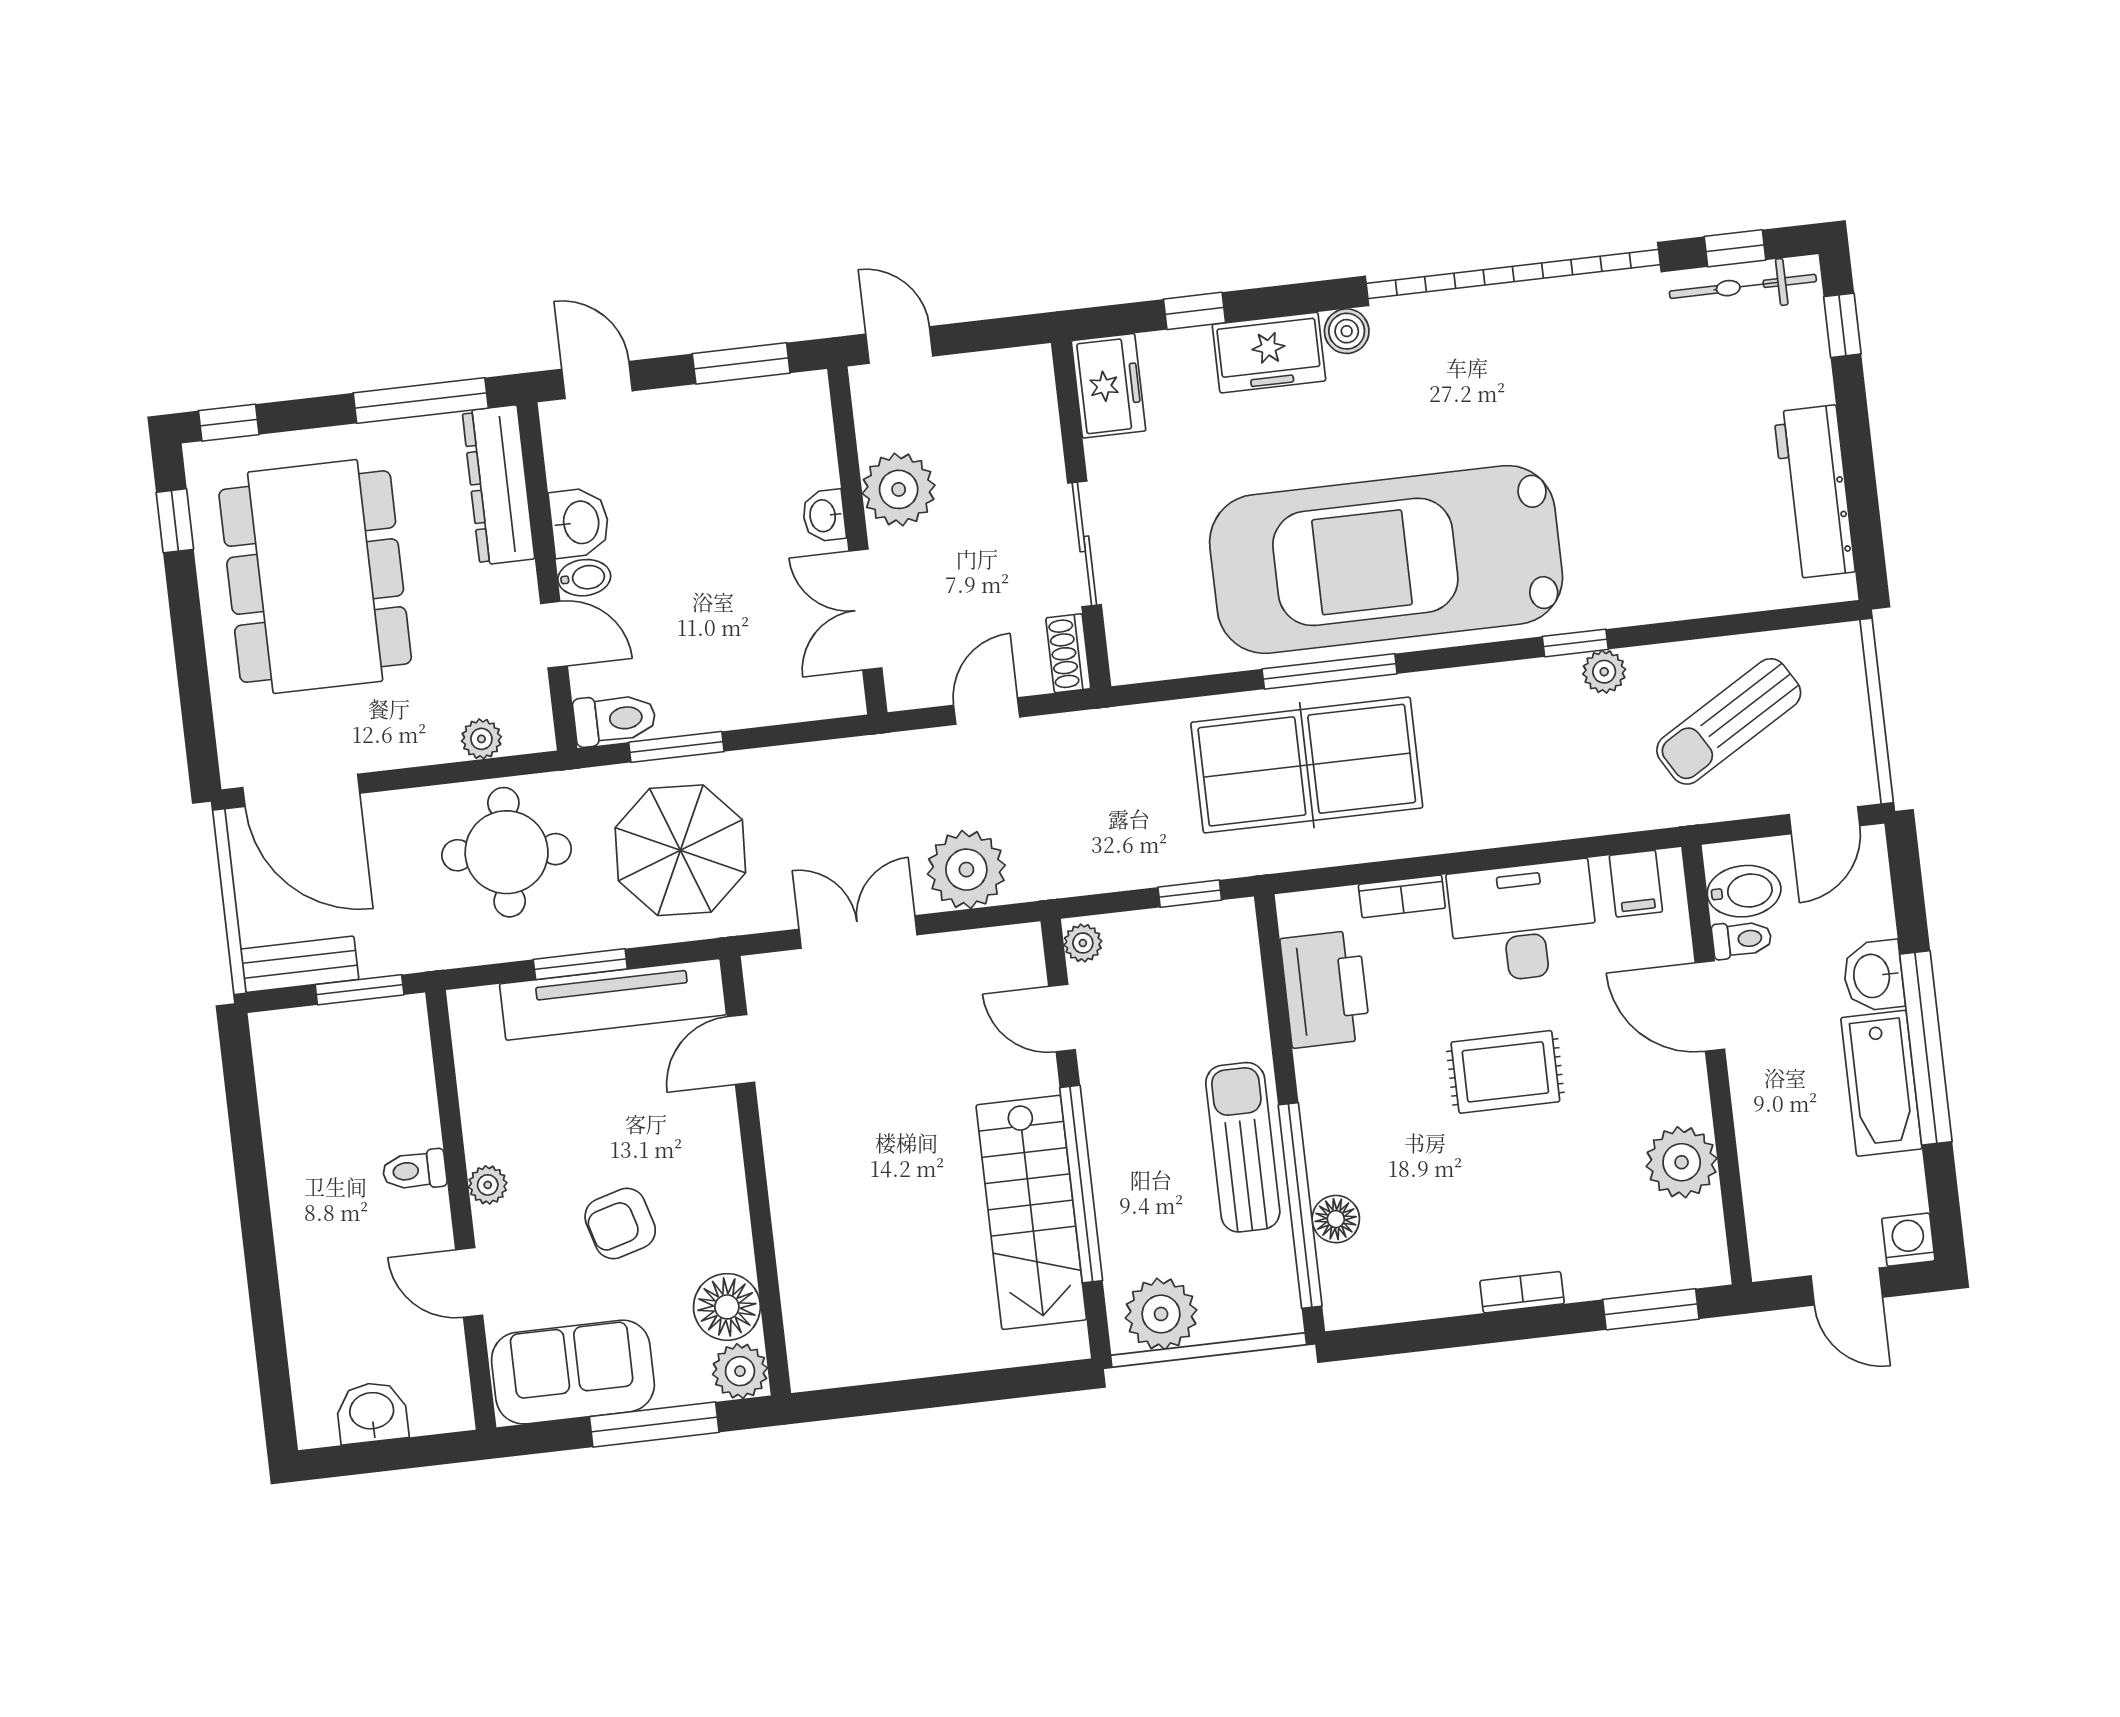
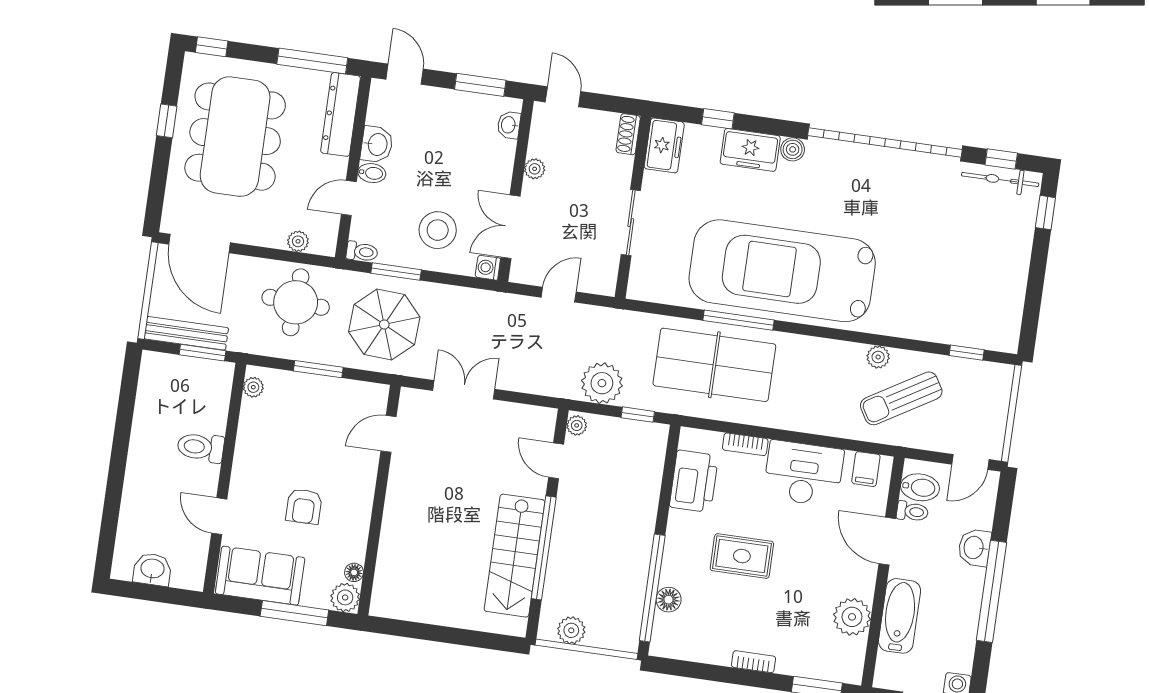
plant: (899, 489) -> (535, 169), width x0.53, depth x0.53
workbench: (1814, 492) -> (1009, 294), removed
washbasin: (824, 516) -> (509, 125), moved
window: (175, 521) -> (167, 121), moved
door: (554, 635) -> (349, 198), swing flipped
window: (1575, 643) -> (967, 353), moved
stool: (733, 651) -> (438, 230), added
shoe rack: (1068, 653) -> (628, 134), moved
washing machine: (843, 696) -> (488, 268), added
toilet: (615, 719) -> (362, 252), width x0.73, depth x0.72
sun lounger: (1729, 721) -> (901, 398), moved
plant: (966, 870) -> (602, 383), moved
bench: (299, 964) -> (186, 333), width x1.36
tv unit: (613, 999) -> (330, 391), removed
rug: (1505, 1072) -> (742, 556), moved
bathtub: (1881, 1083) -> (900, 616), moved, turned 180
sun lounger: (1243, 1147) -> (631, 551), removed
toilet: (414, 1170) -> (201, 447), width x1.37, depth x1.39
plant: (488, 1185) -> (253, 387), moved
armchair: (620, 1224) -> (304, 506), turned -74
floor lamp: (727, 1307) -> (354, 572), width x0.53, depth x0.53
plant: (1161, 1314) -> (571, 630), width x0.73, depth x0.73

